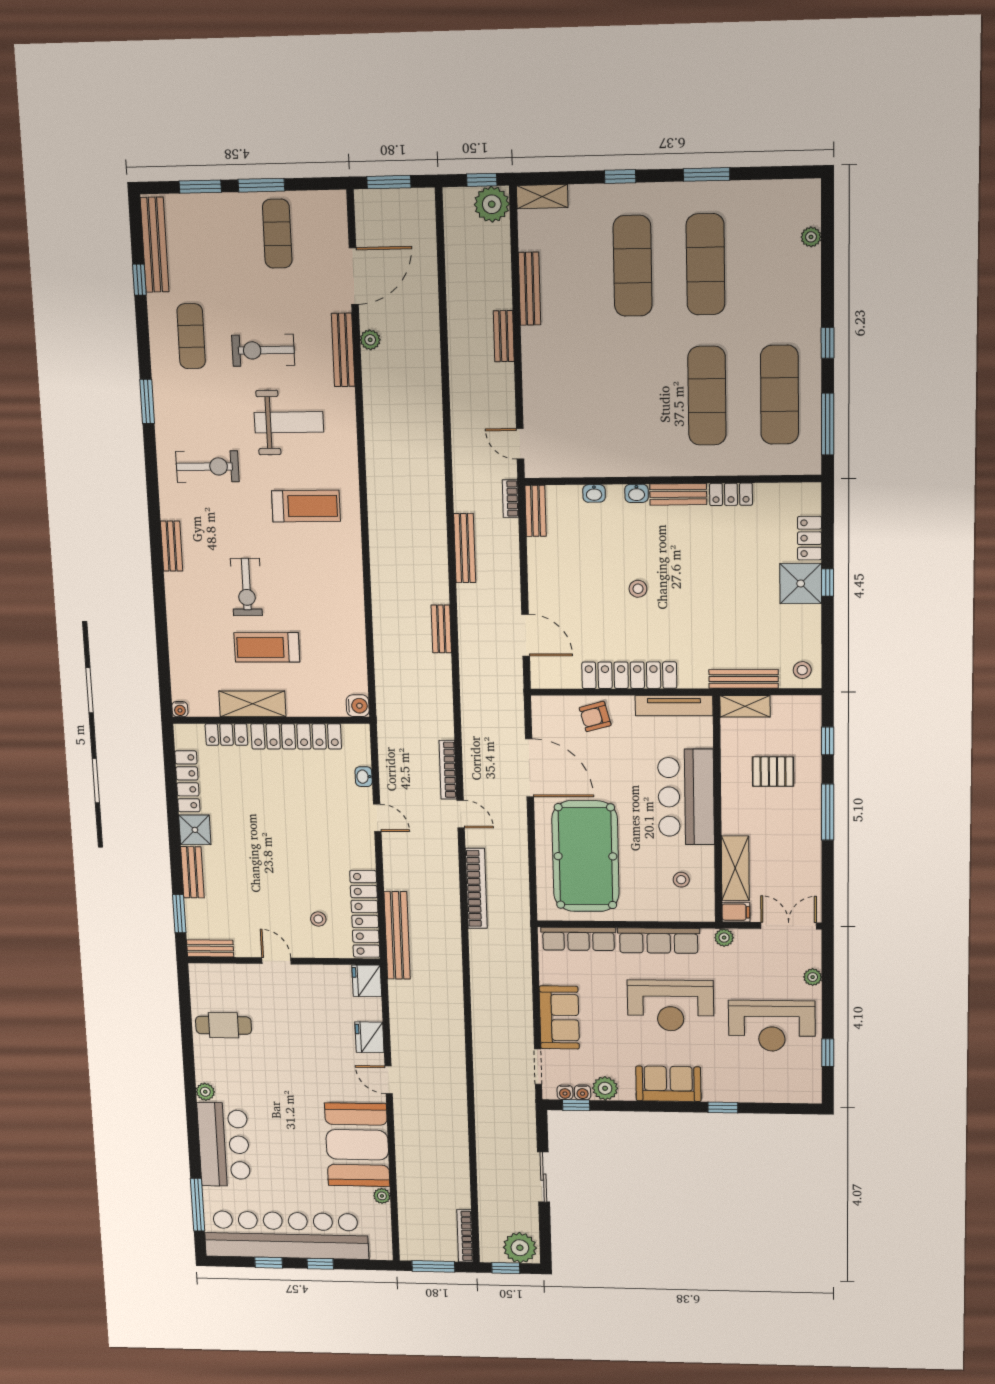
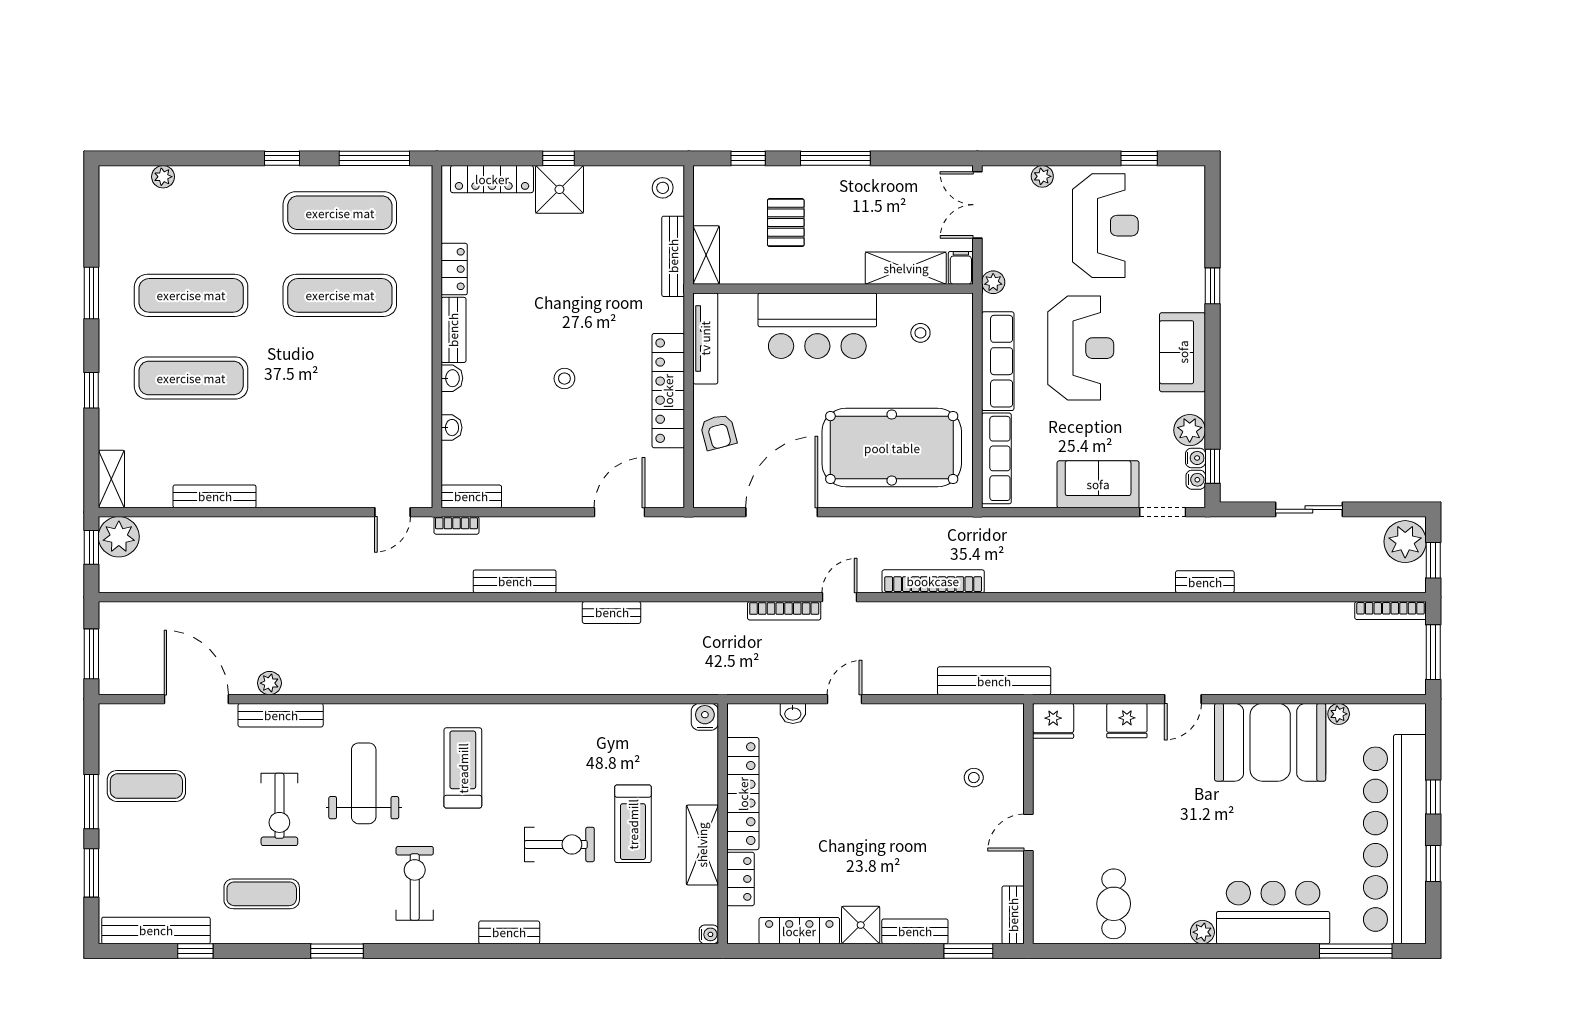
bench: (504, 336) -> (1205, 582), moved
locker: (809, 538) -> (492, 179), width x1.53
locker: (365, 914) -> (967, 720), removed

